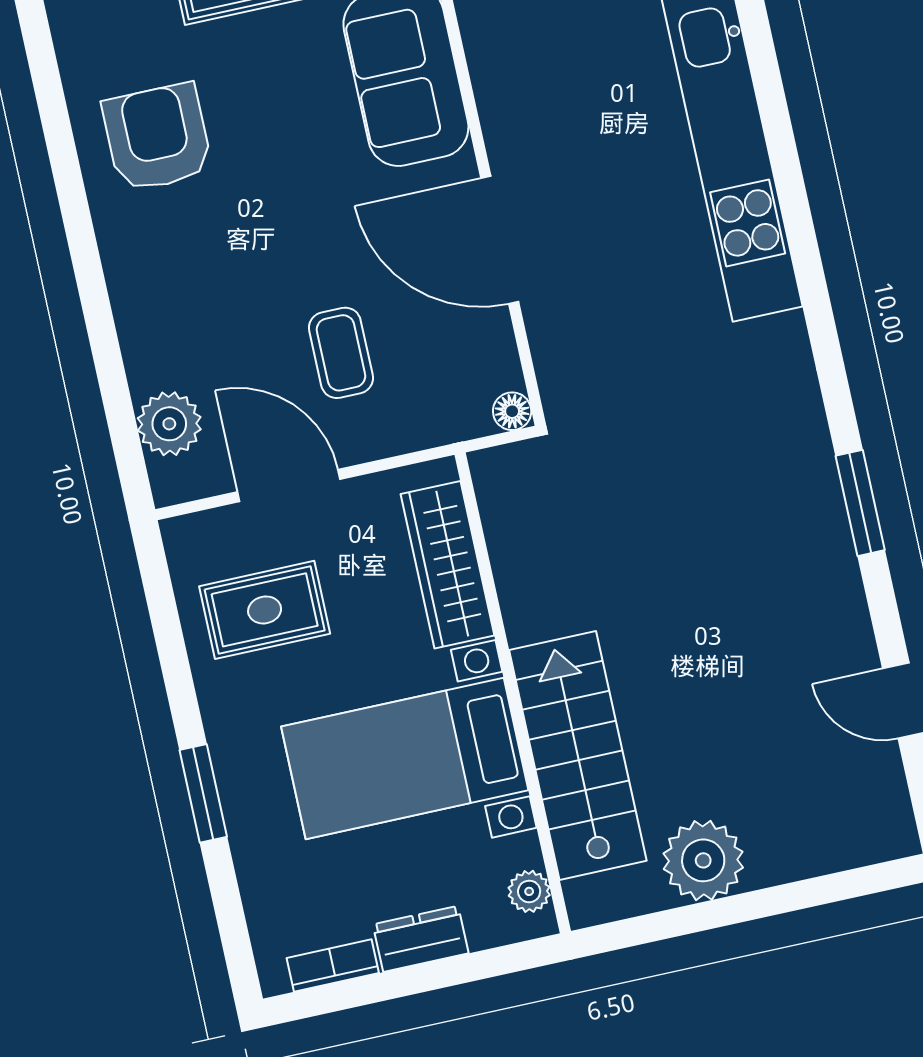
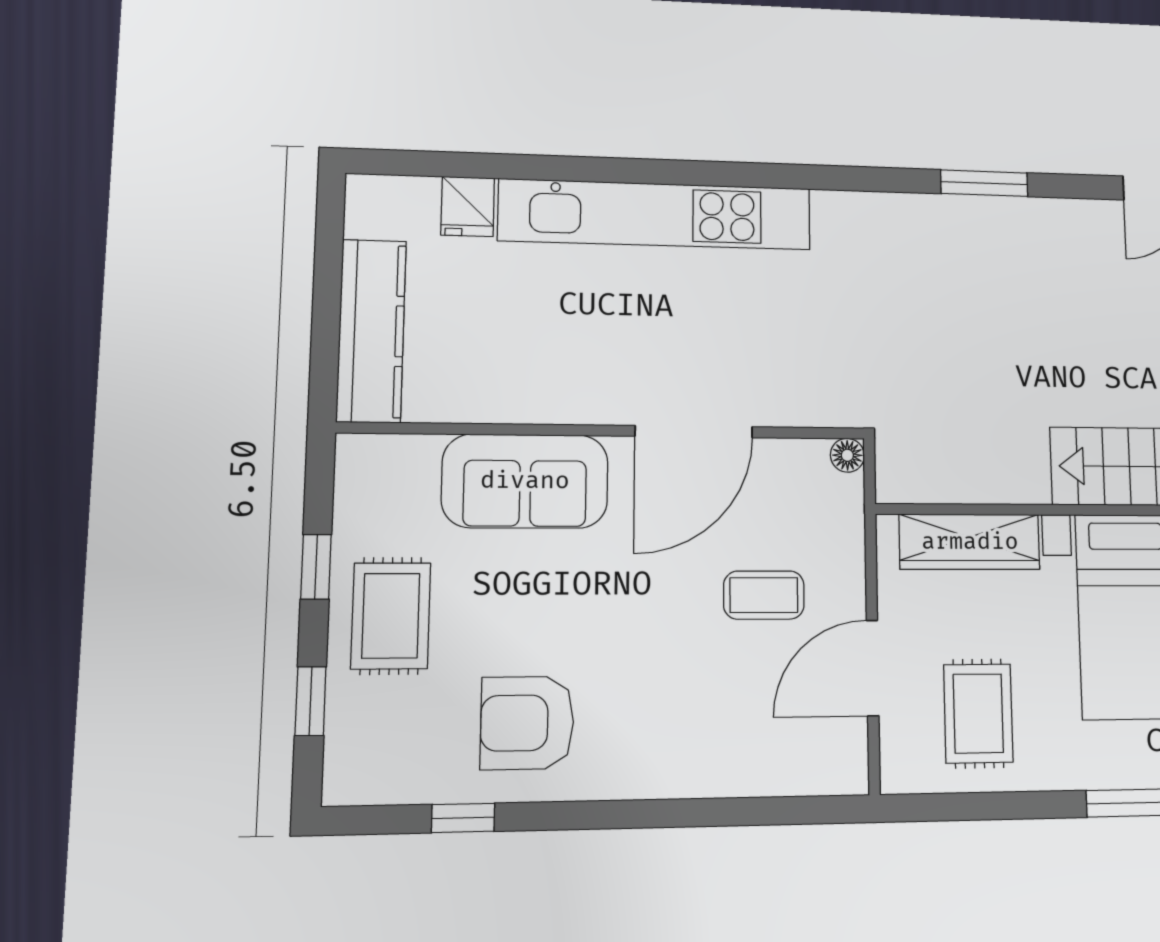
window: (50, 96) -> (463, 818), added
plant: (169, 424) -> (795, 766), removed

